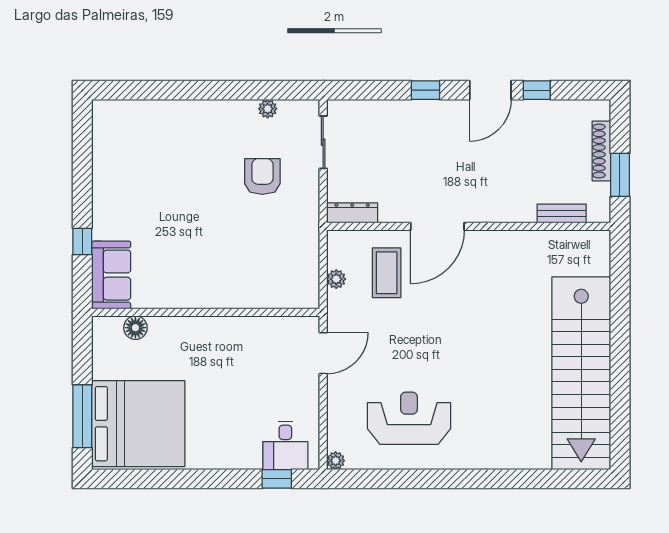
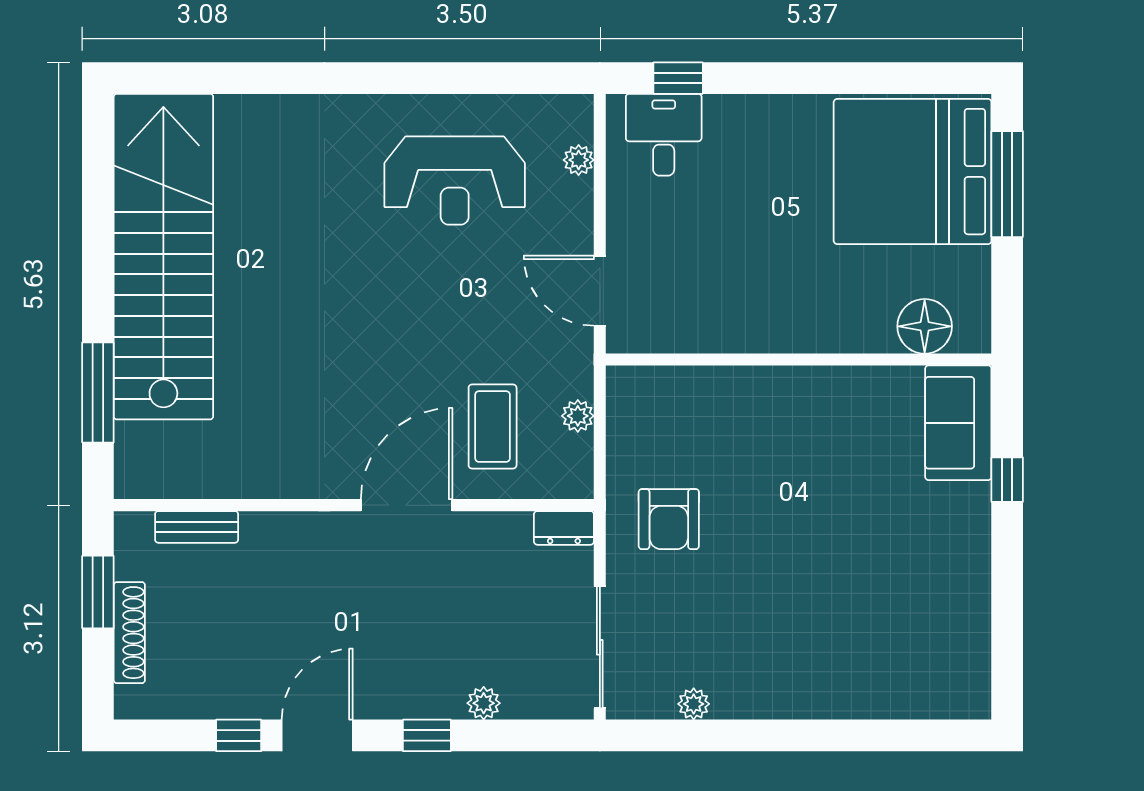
plant: (392, 109) -> (484, 703), added
sliding door: (323, 142) -> (600, 647), width x1.37
armchair: (262, 176) -> (669, 519), moved
dresser: (352, 213) -> (564, 528), width x0.70
window: (620, 293) -> (98, 392), added
floor lamp: (135, 328) -> (925, 326), width x1.38, depth x1.38
door: (323, 353) -> (600, 291), hinge flipped
plant: (336, 461) -> (579, 160), moved

